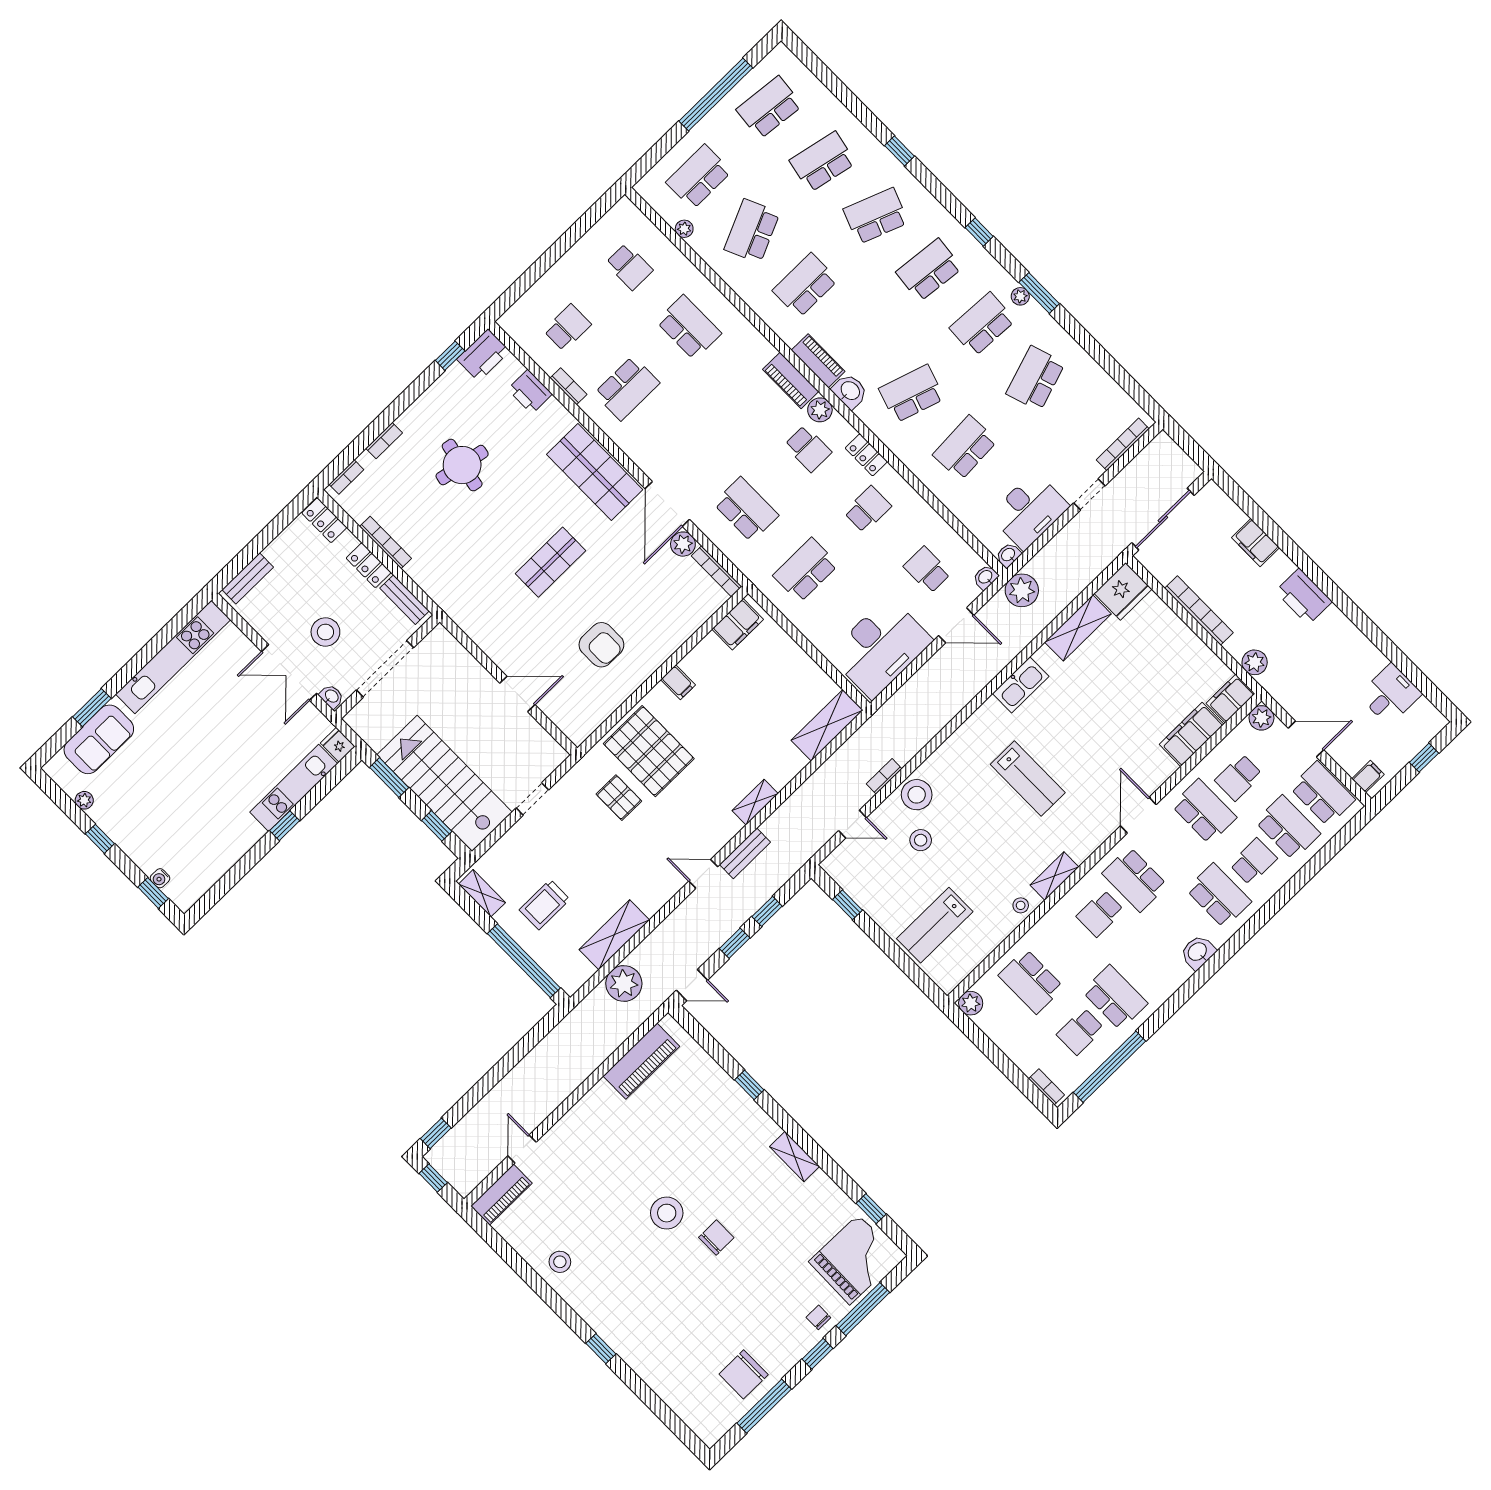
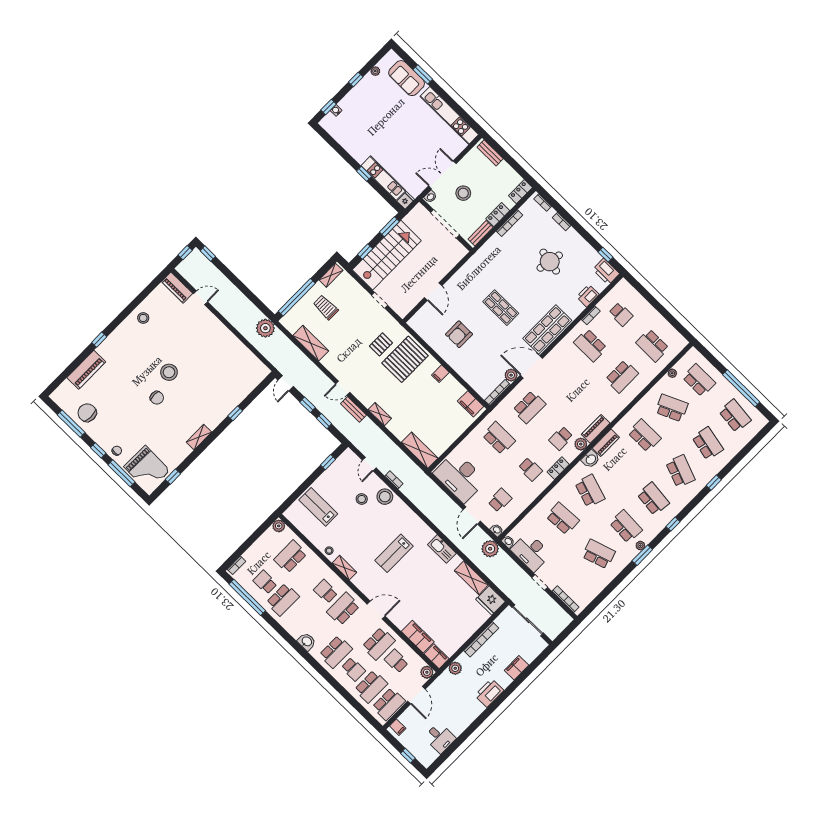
school desk: (629, 267) -> (652, 345), width x1.85
door: (703, 874) -> (343, 388), swing flipped
plant: (624, 983) -> (265, 328), moved
piano: (641, 1061) -> (86, 370), moved, turned -90

